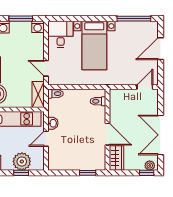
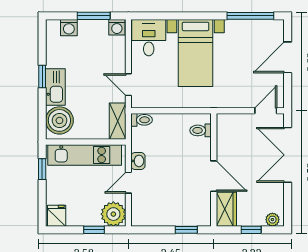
double door: (161, 135) -> (288, 155), moved
plant: (22, 161) -> (113, 214), moved
window: (147, 173) -> (251, 230), moved

